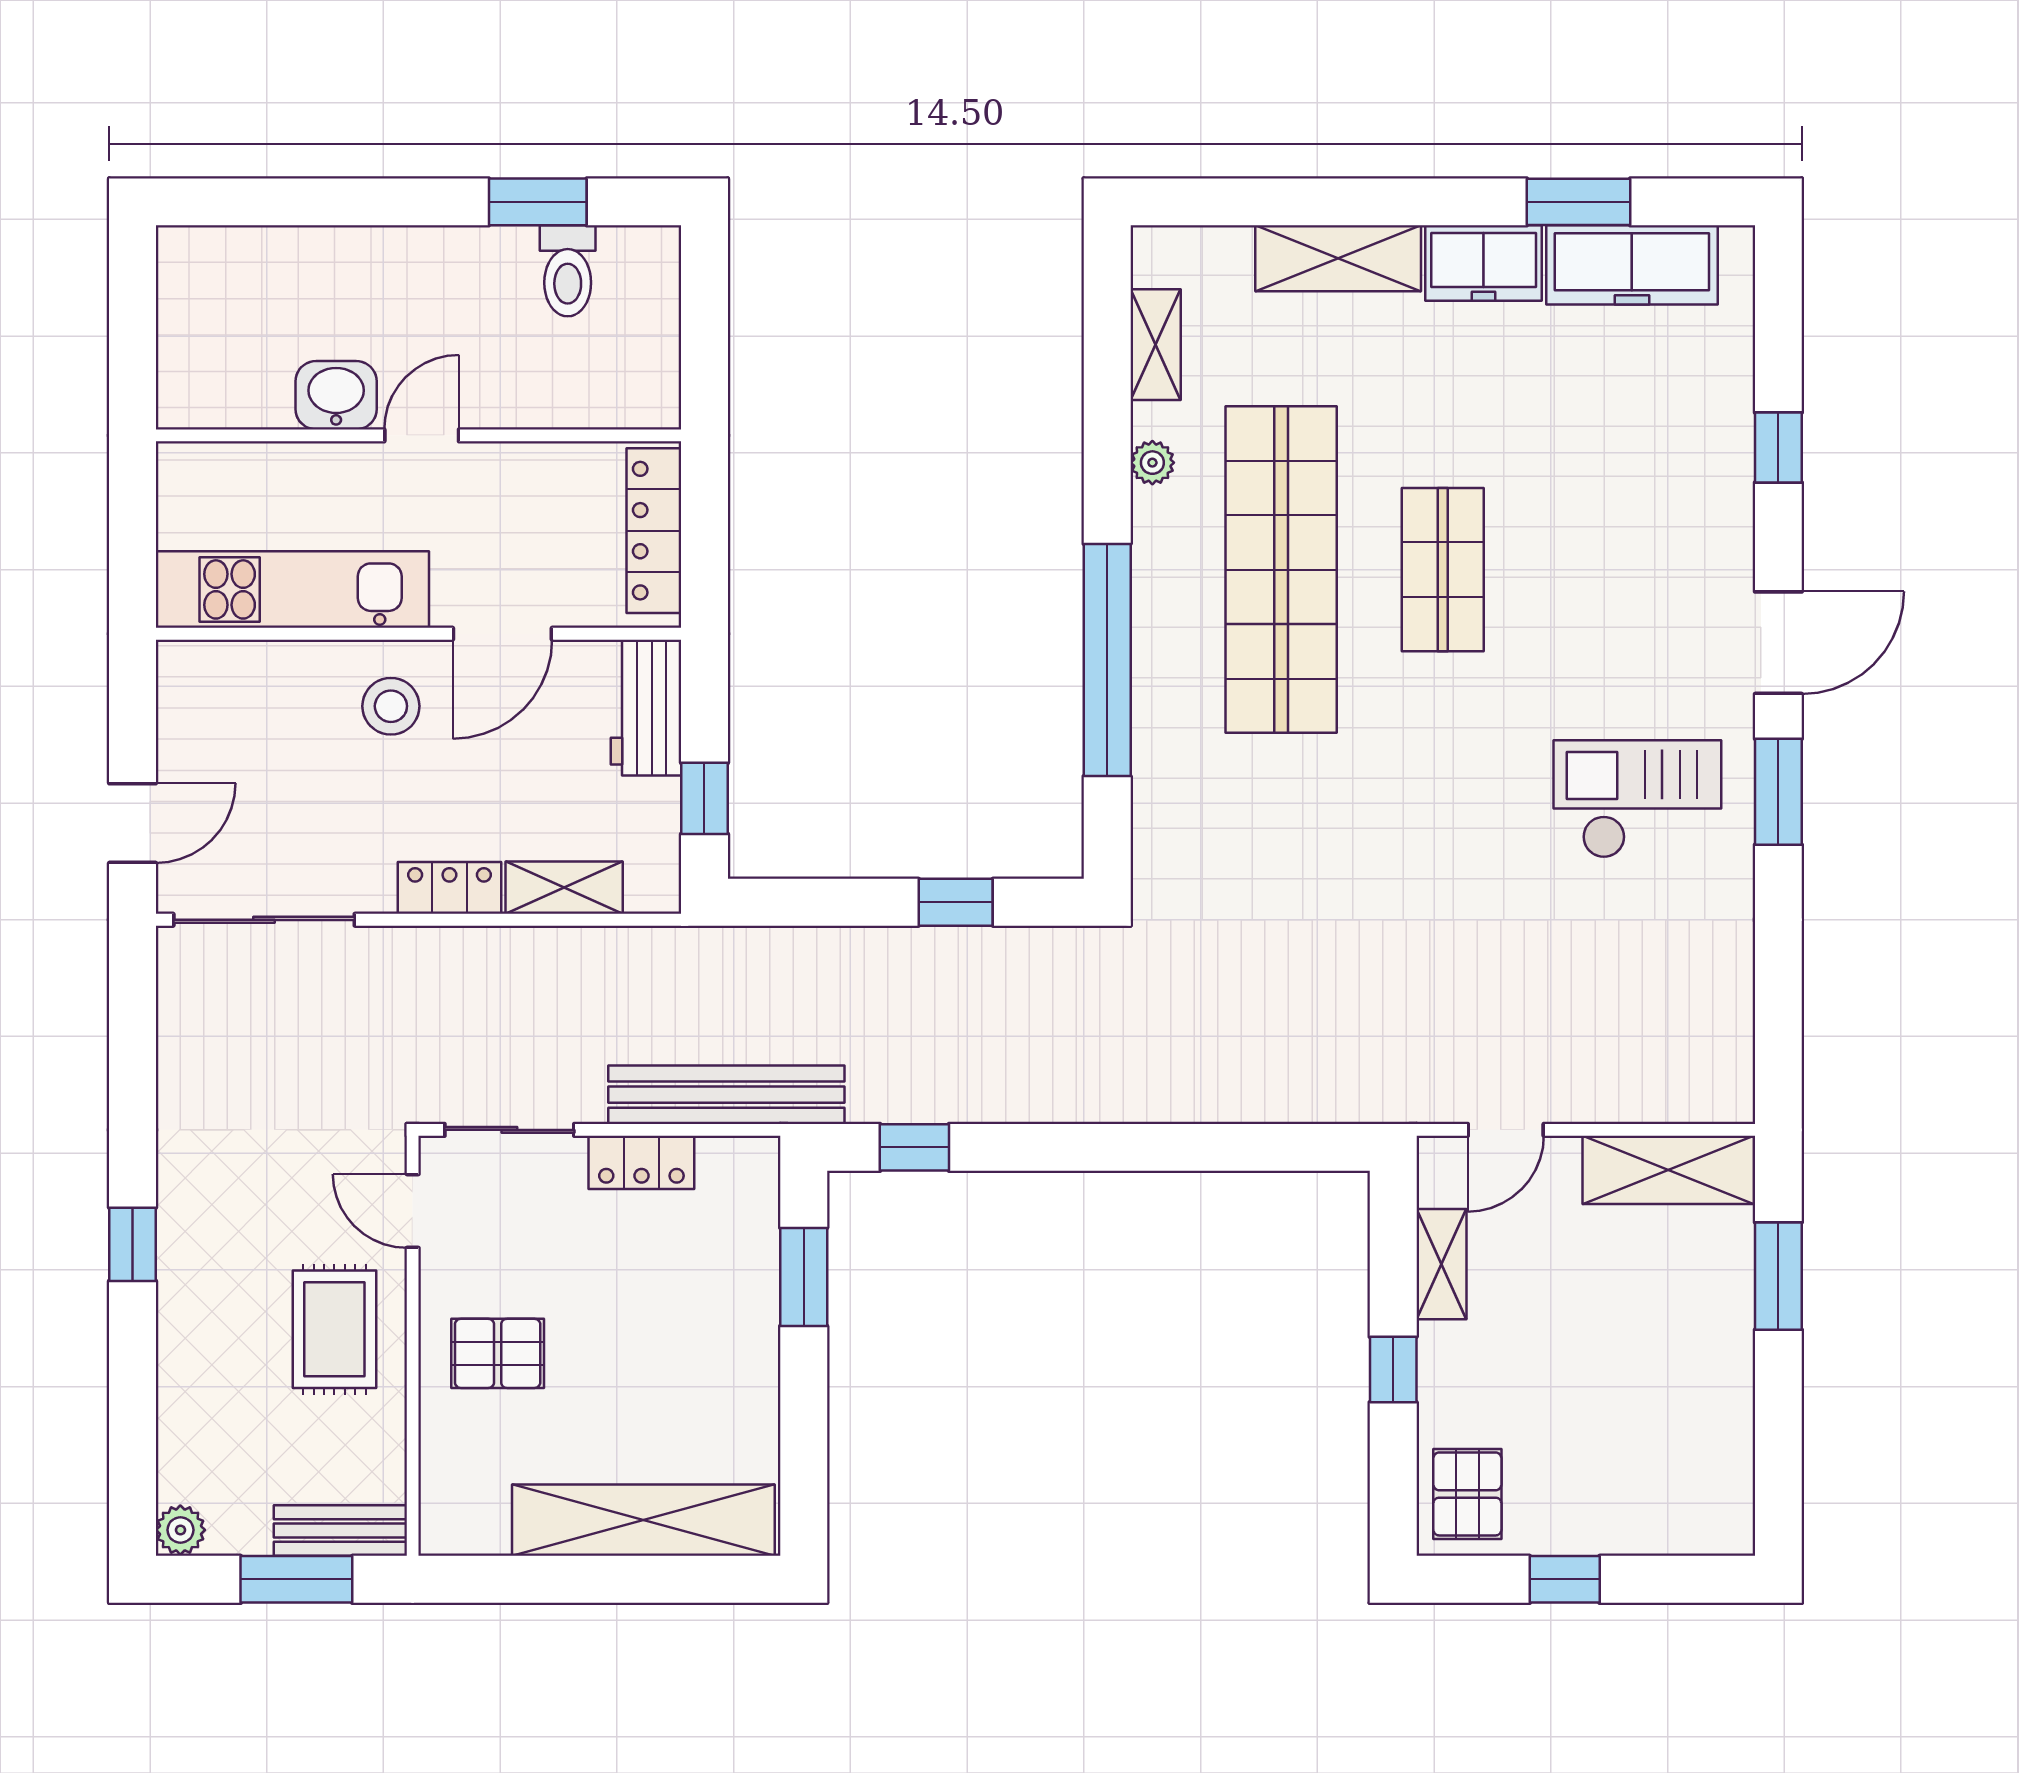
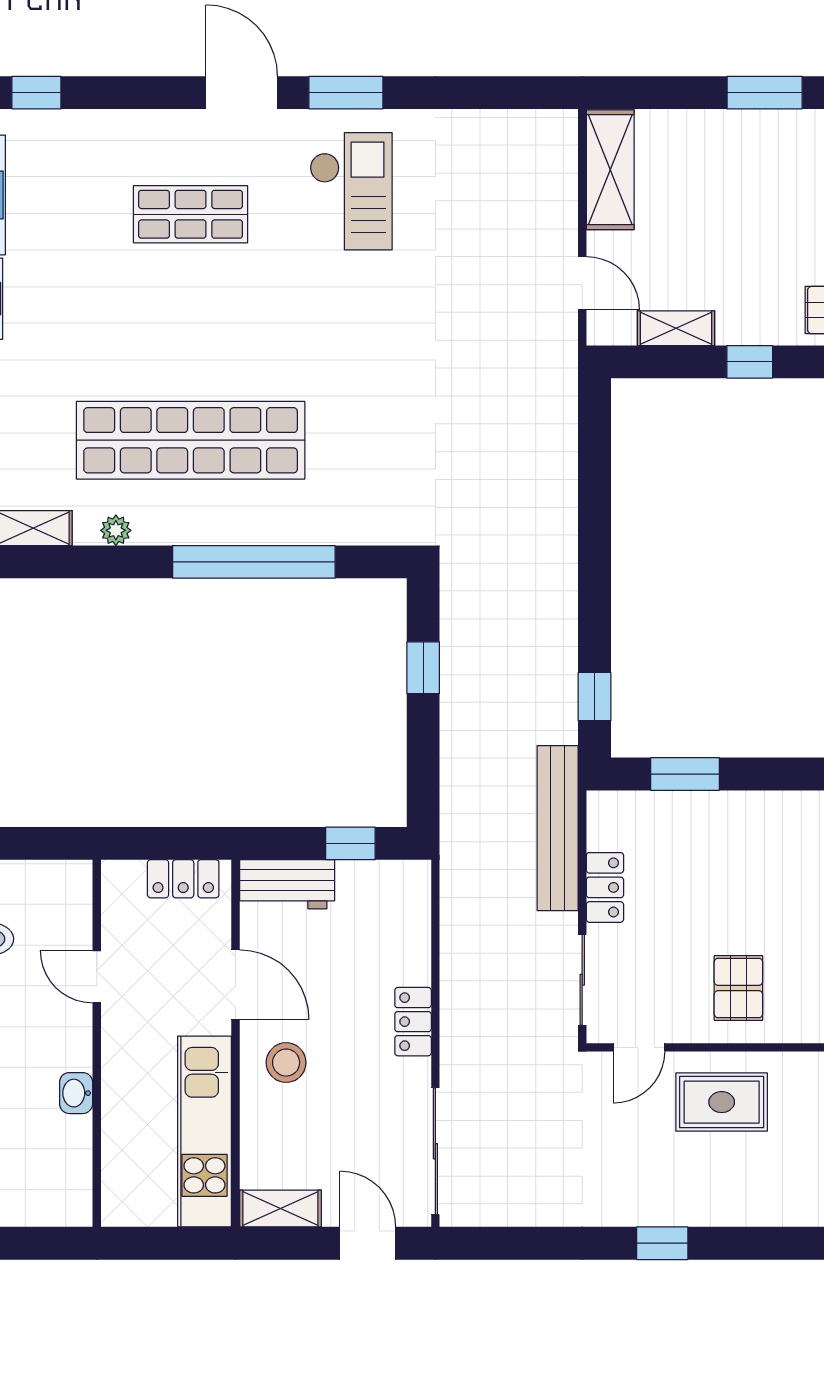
washbasin: (336, 395) -> (76, 1093), width x0.72, depth x0.69
door: (422, 435) -> (97, 977), moved
window: (1778, 448) -> (36, 93), moved
locker: (654, 531) -> (183, 879), width x0.66
shop shelf: (1443, 570) -> (191, 214), moved
checkout: (1637, 799) -> (351, 191), turned 180
shelving: (564, 888) -> (280, 1208), moved, turned 90
window: (1778, 1276) -> (765, 93), moved

